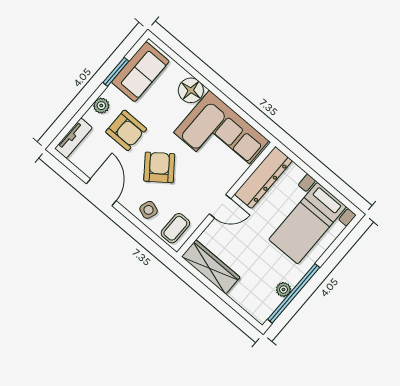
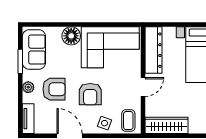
armchair: (159, 167) -> (90, 94), turned -143

